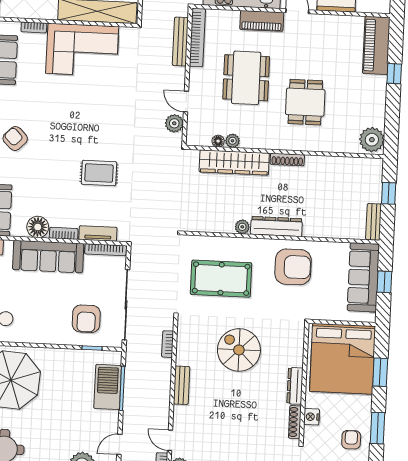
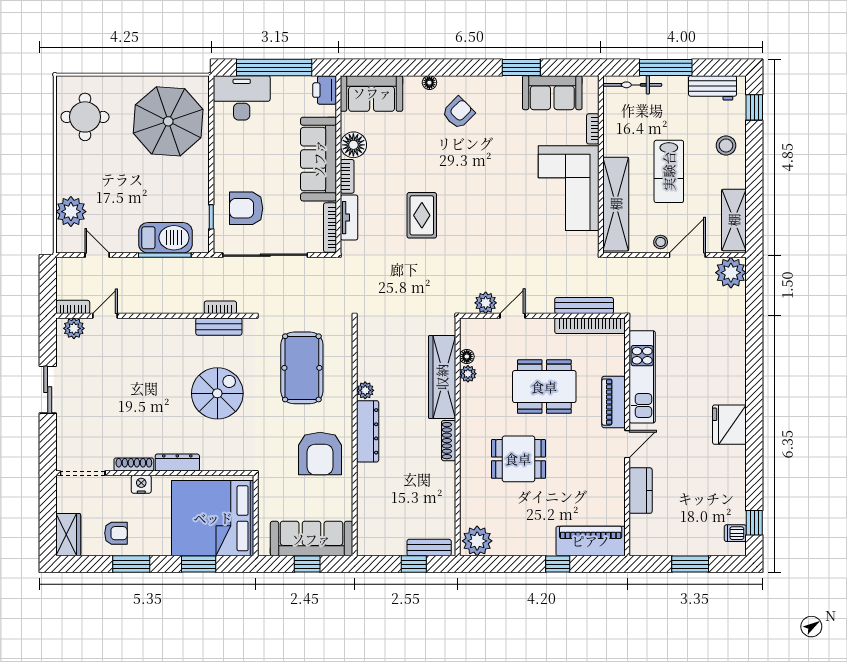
bench: (373, 222) -> (429, 548), moved
bench: (182, 385) -> (219, 327), moved

